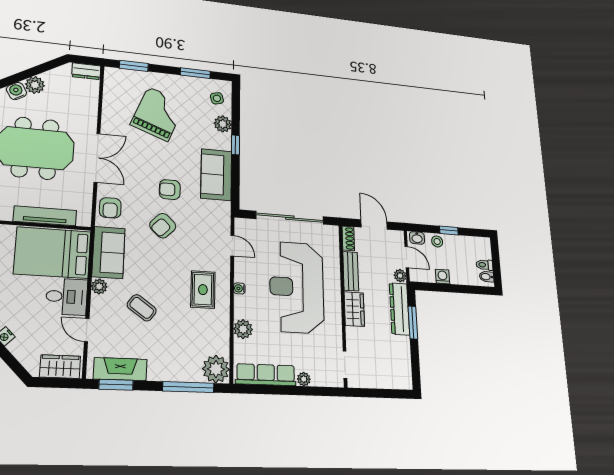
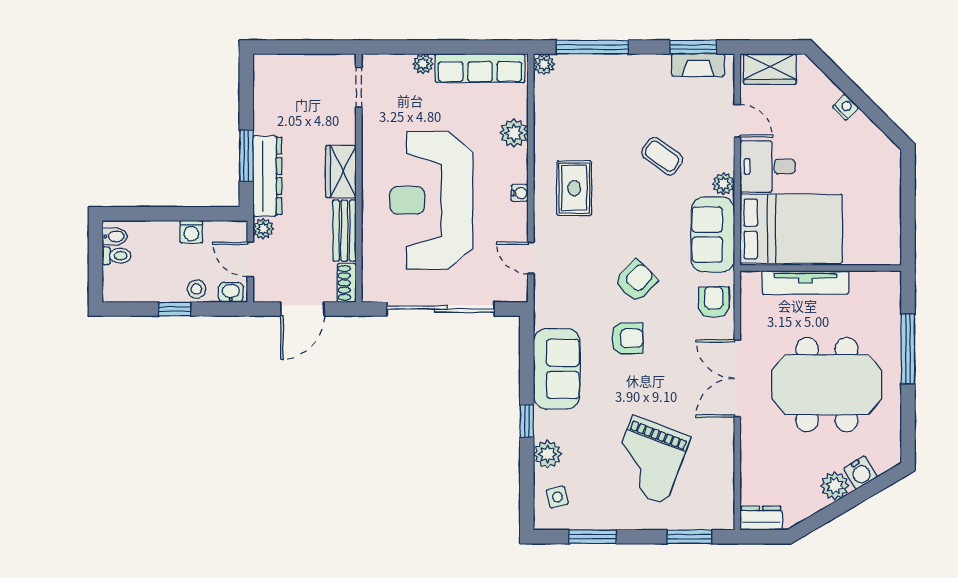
door: (374, 224) -> (303, 309), hinge flipped
reception desk: (297, 287) -> (431, 200), turned 180
fireplace: (120, 369) -> (698, 65), width x0.73, depth x0.76
plant: (216, 369) -> (544, 64), width x0.53, depth x0.53

